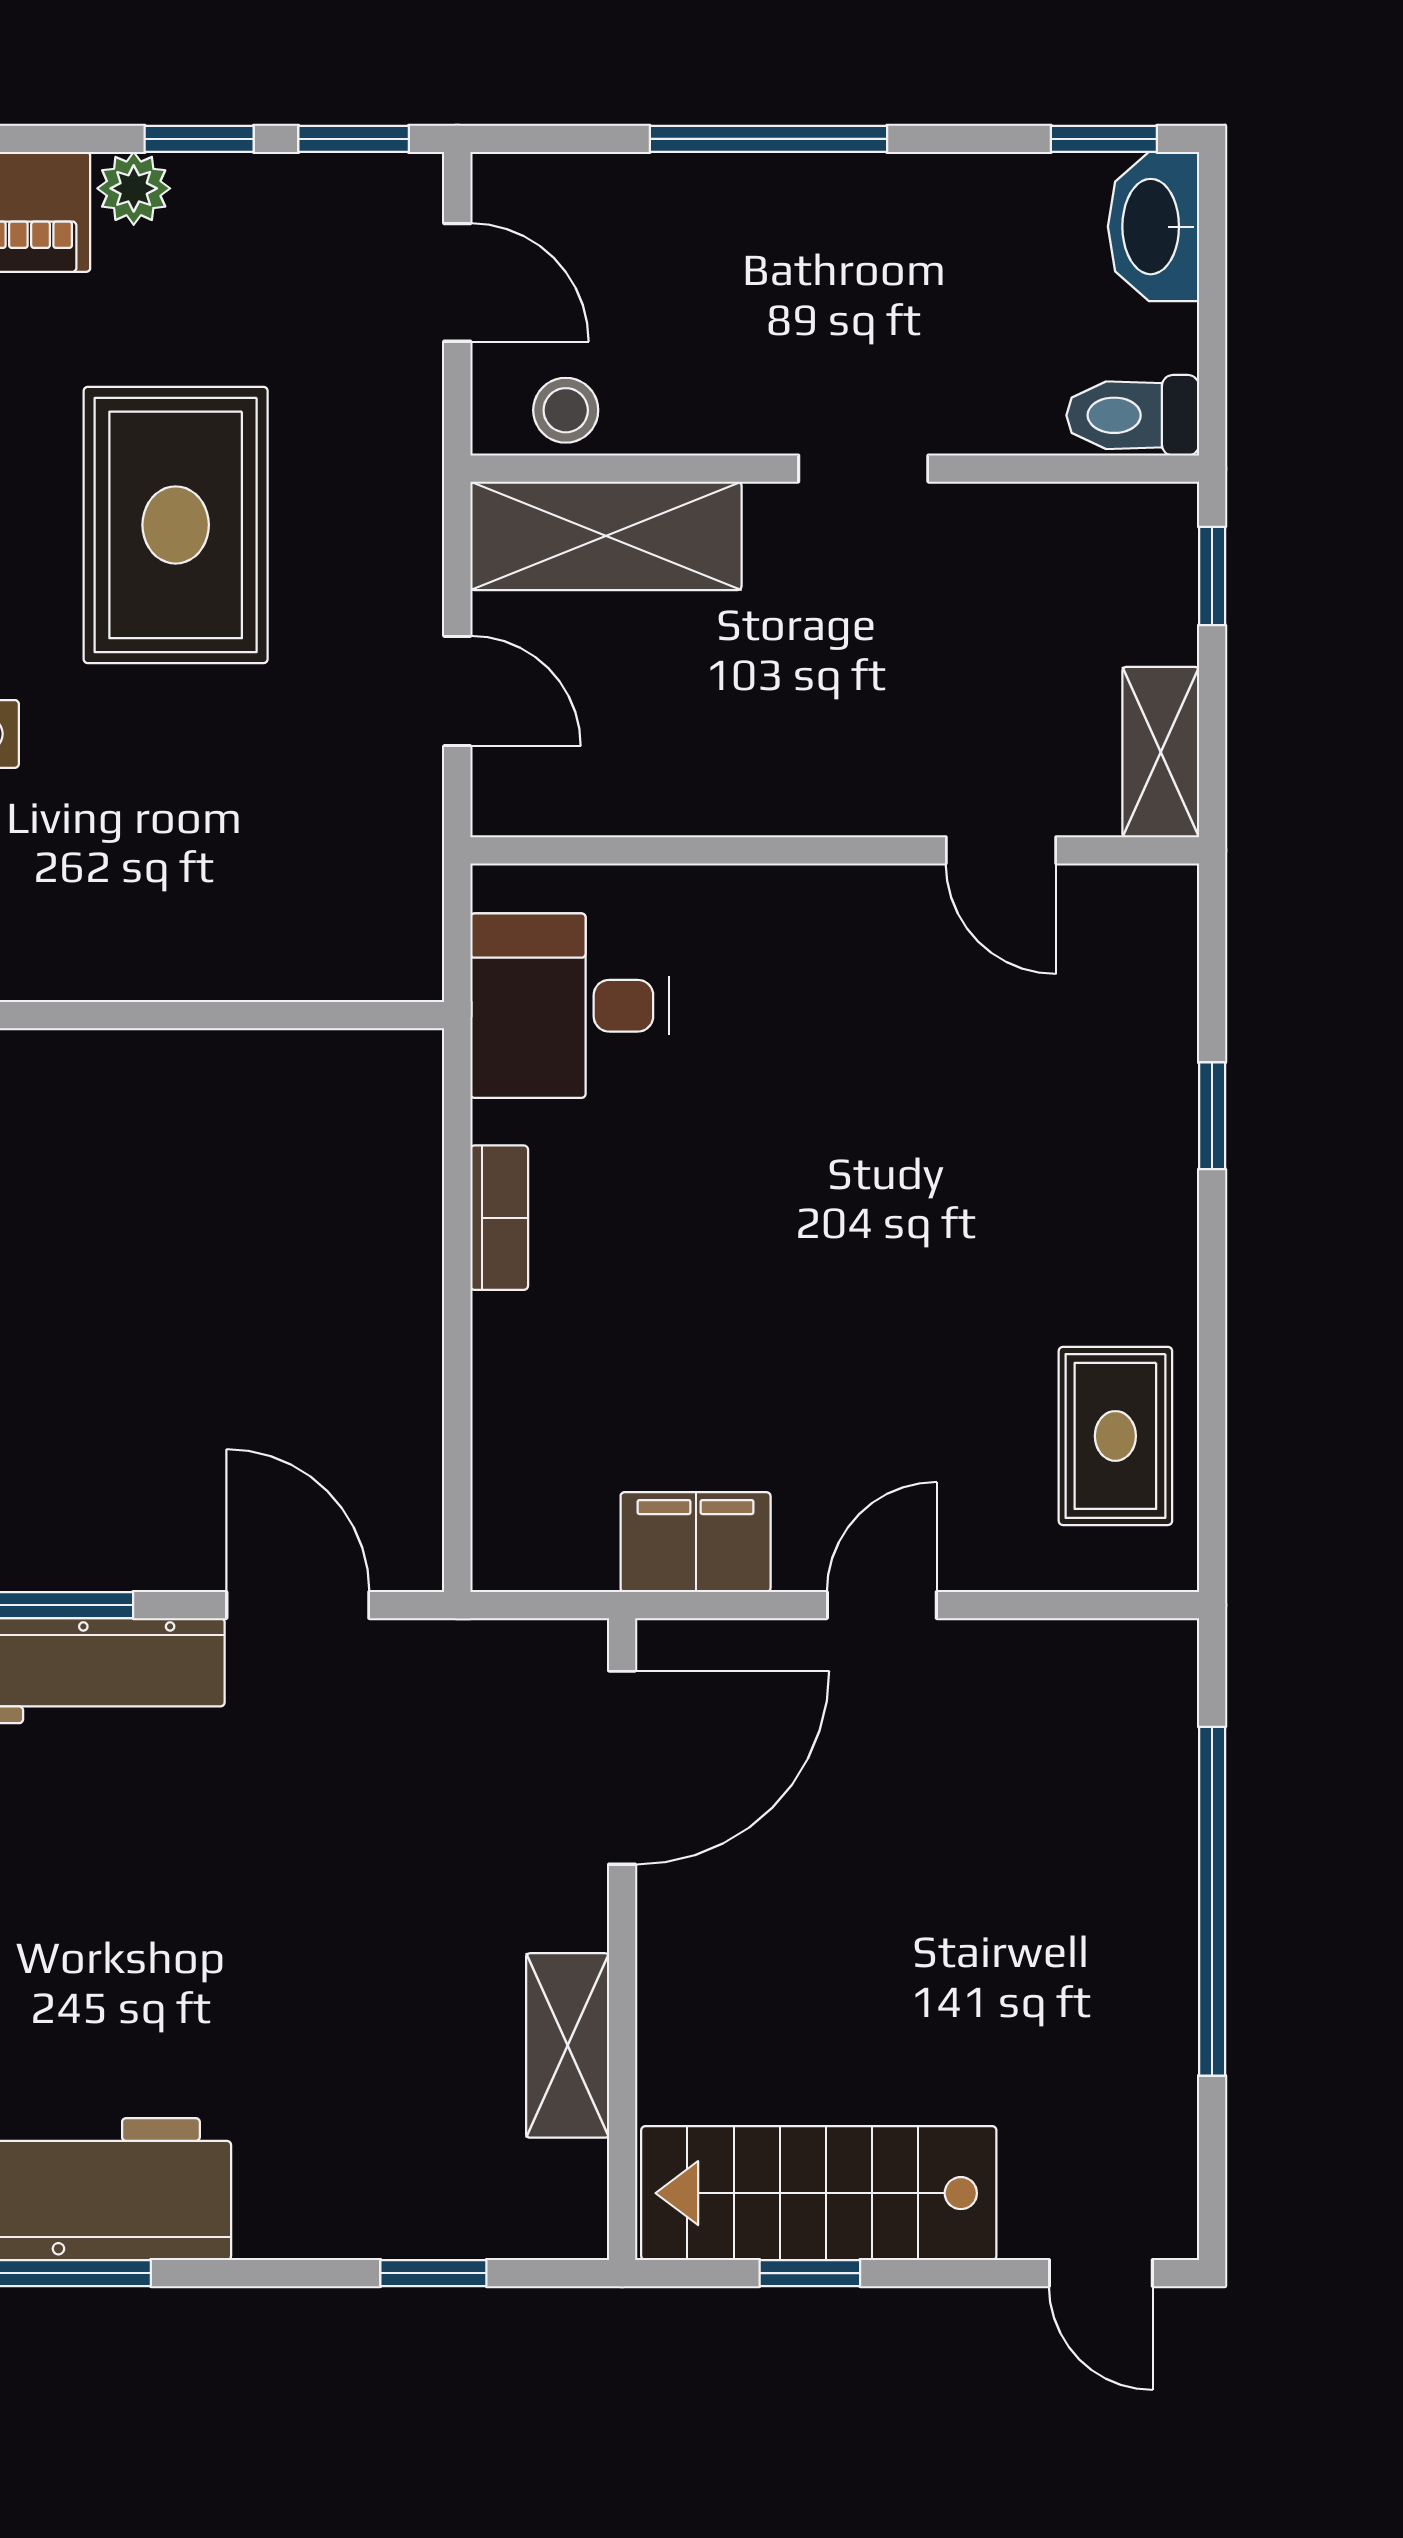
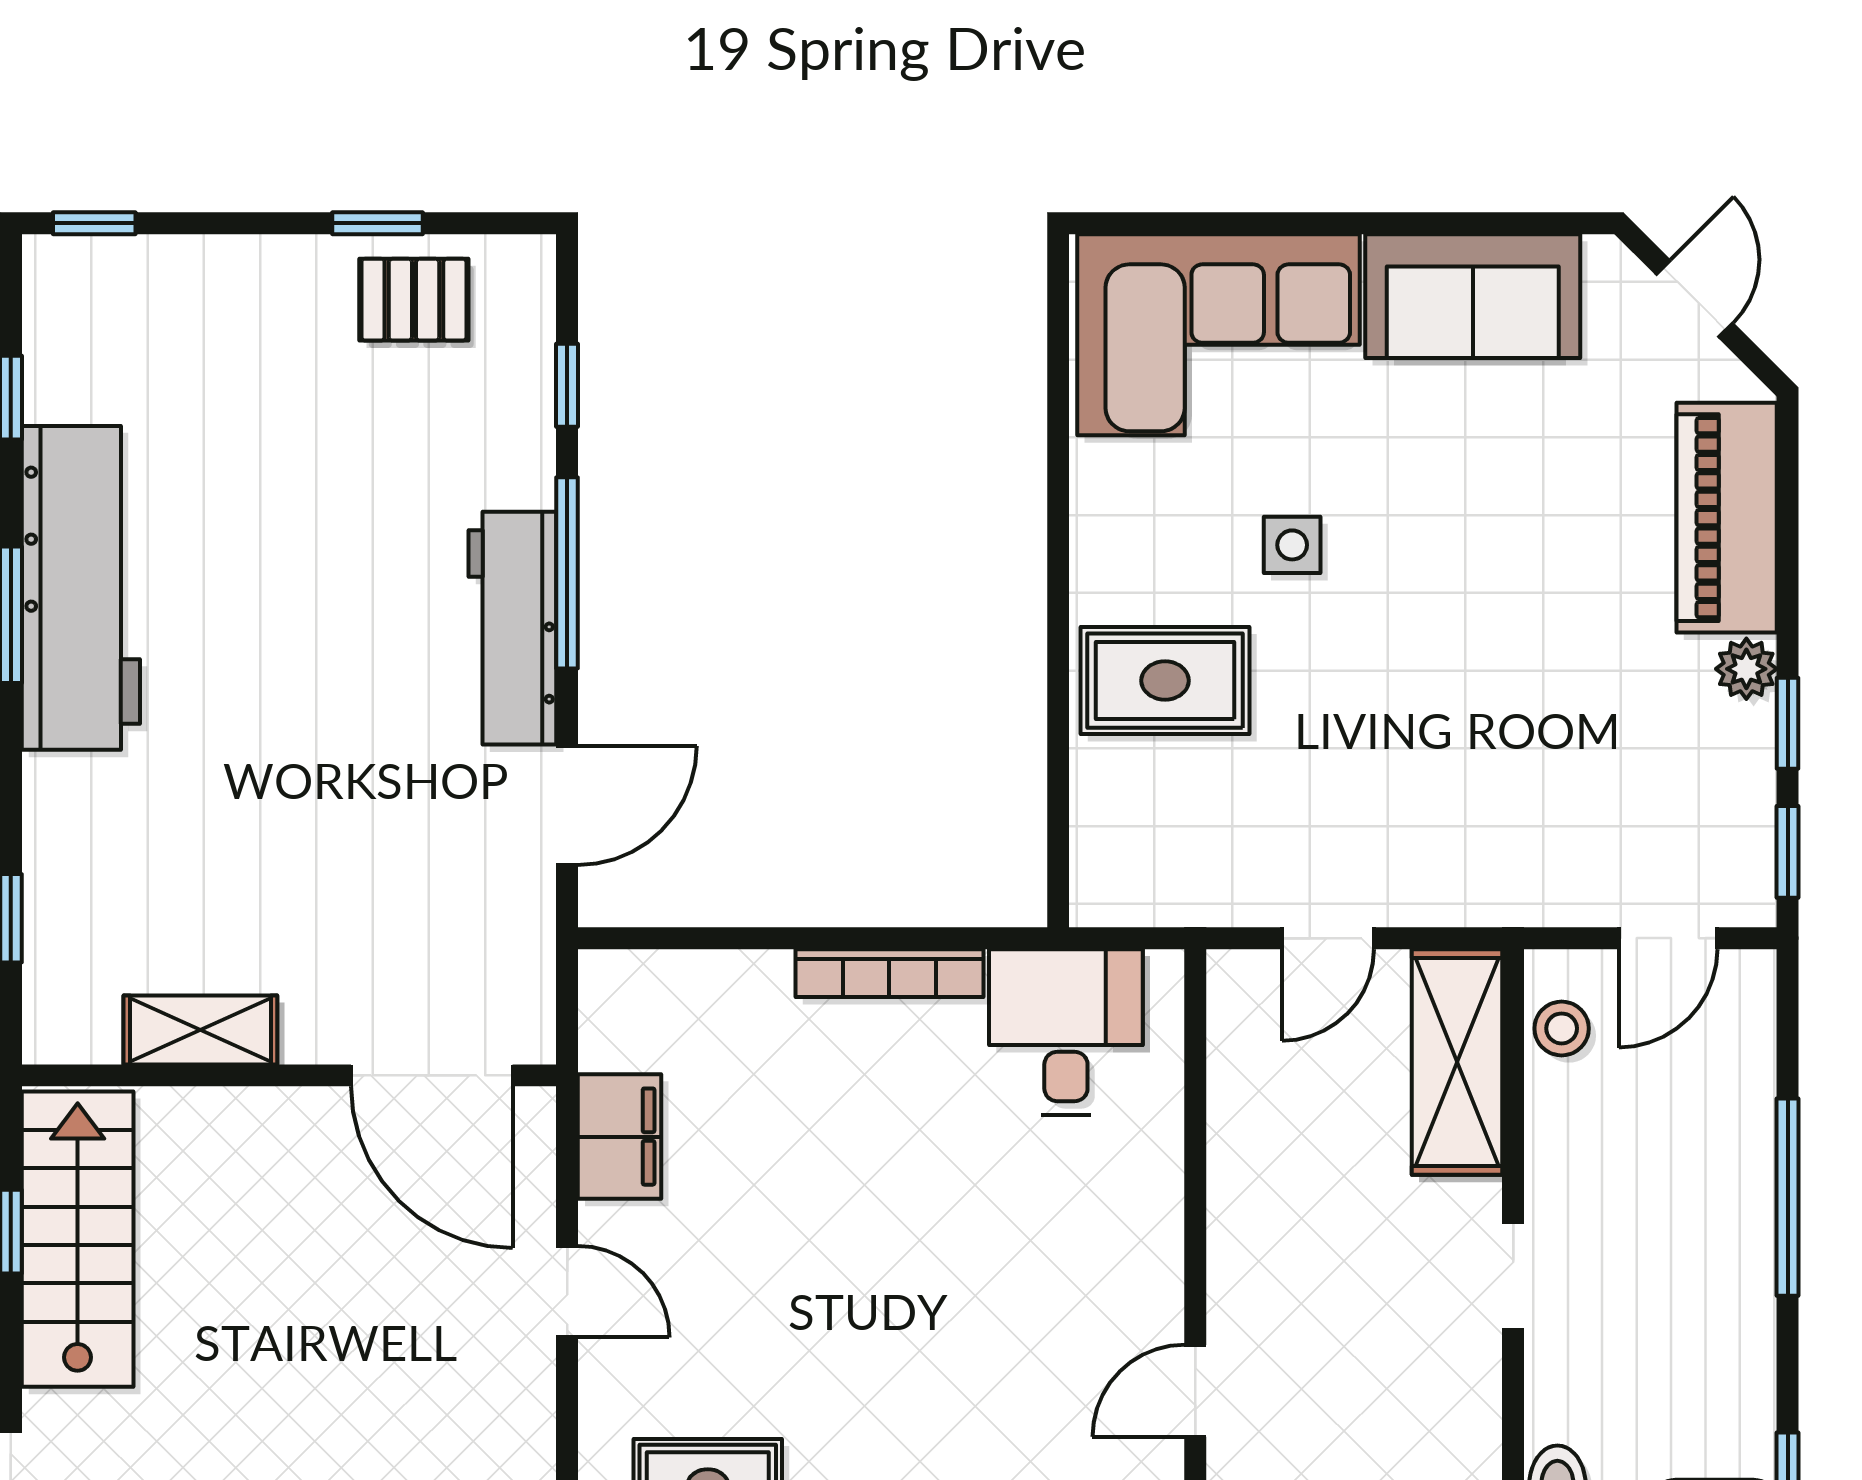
rug: (176, 525) -> (1165, 681), moved, width x0.73, depth x0.70
bookcase: (499, 1218) -> (889, 973), width x1.56

